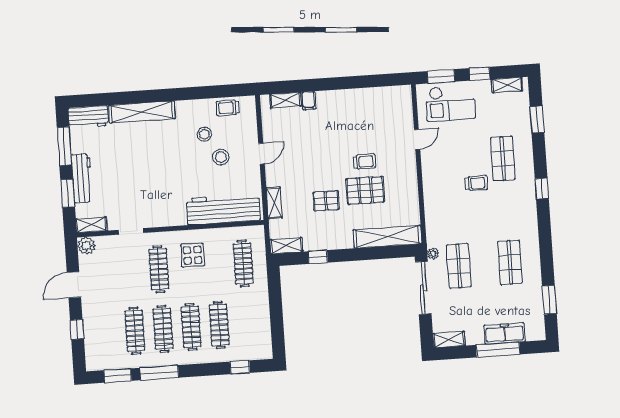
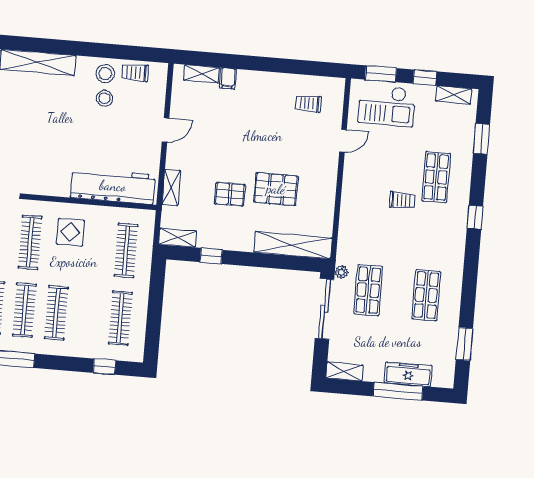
stool: (221, 157) -> (105, 74), moved
trolley: (364, 162) -> (308, 104), moved, turned 180
clothes rail: (219, 325) -> (120, 318), moved

